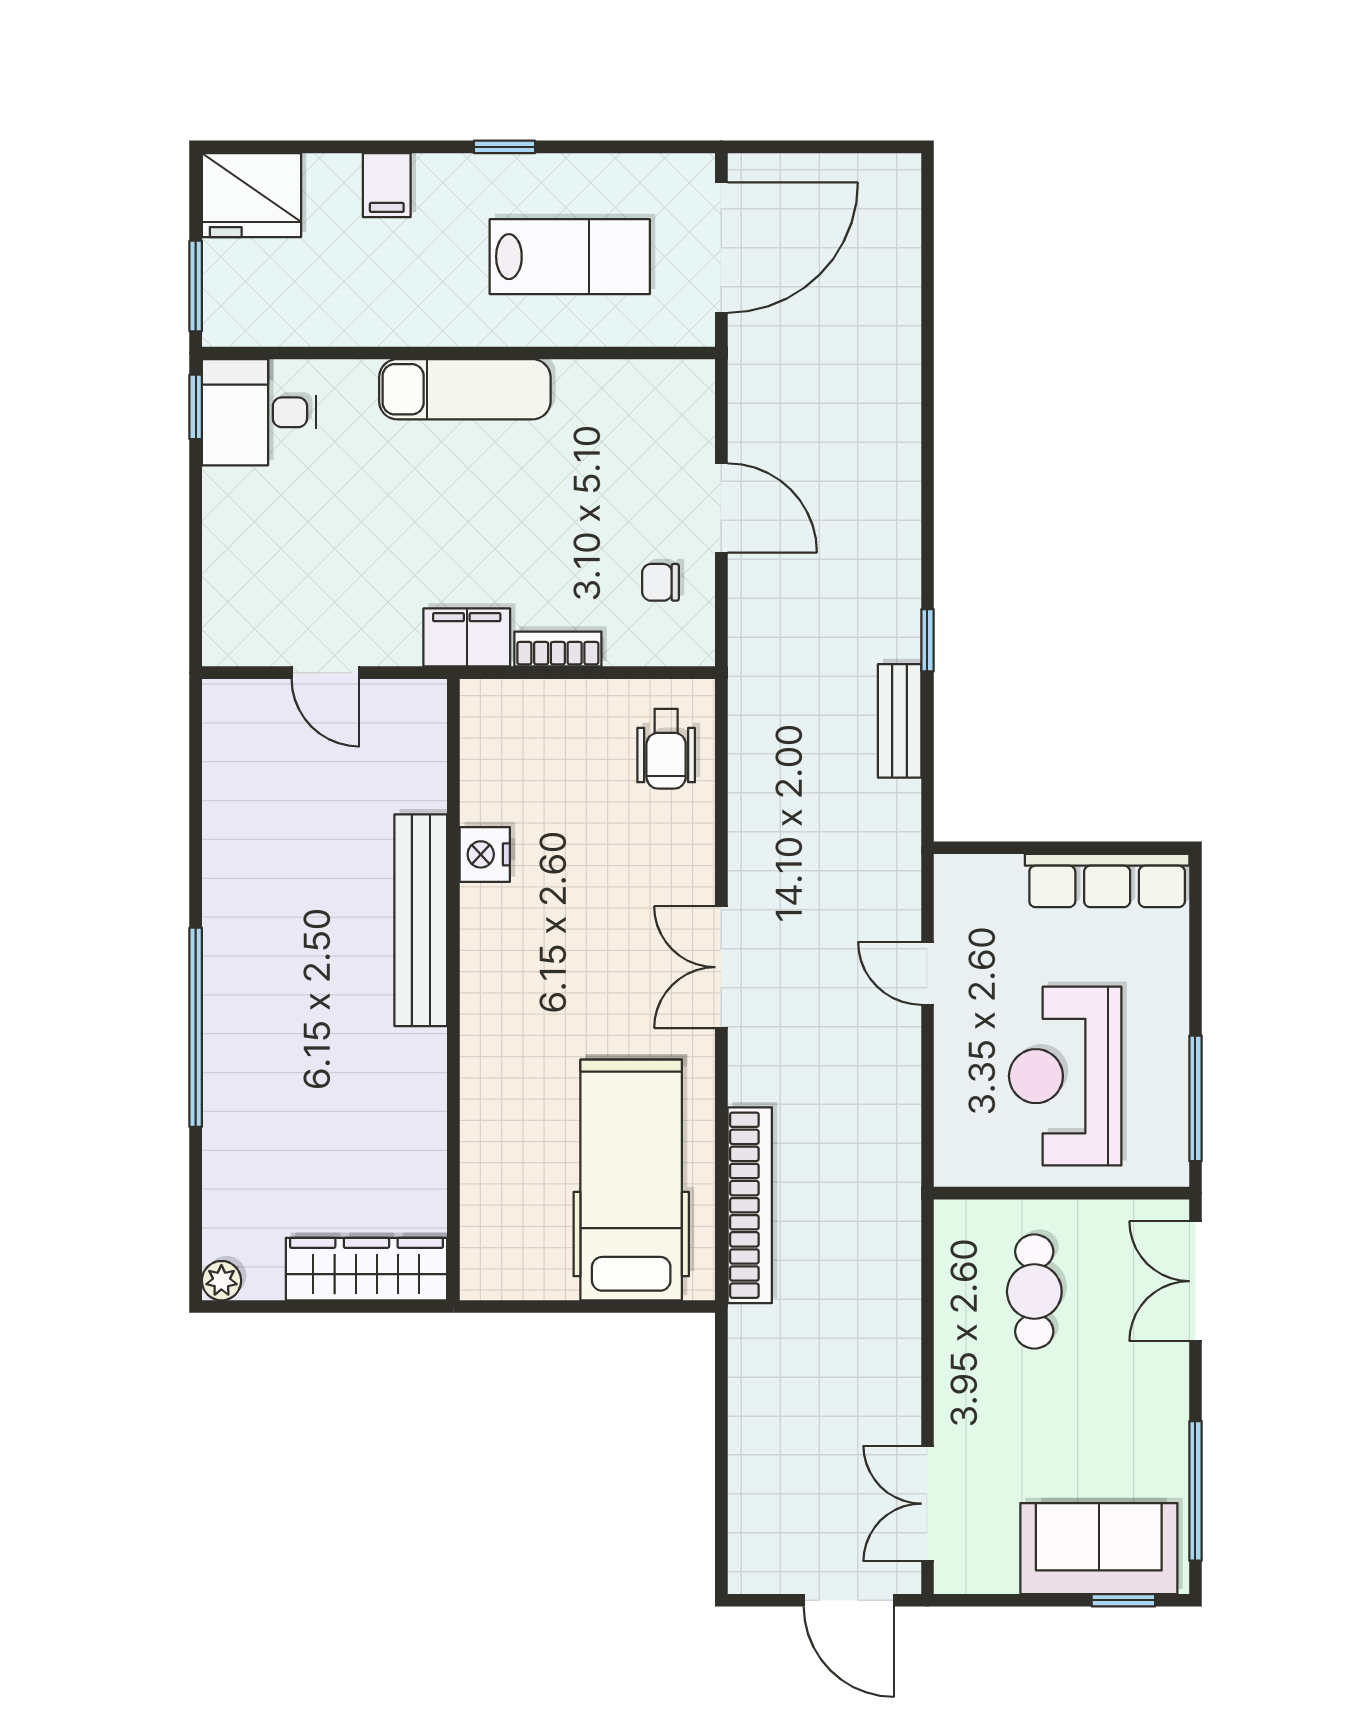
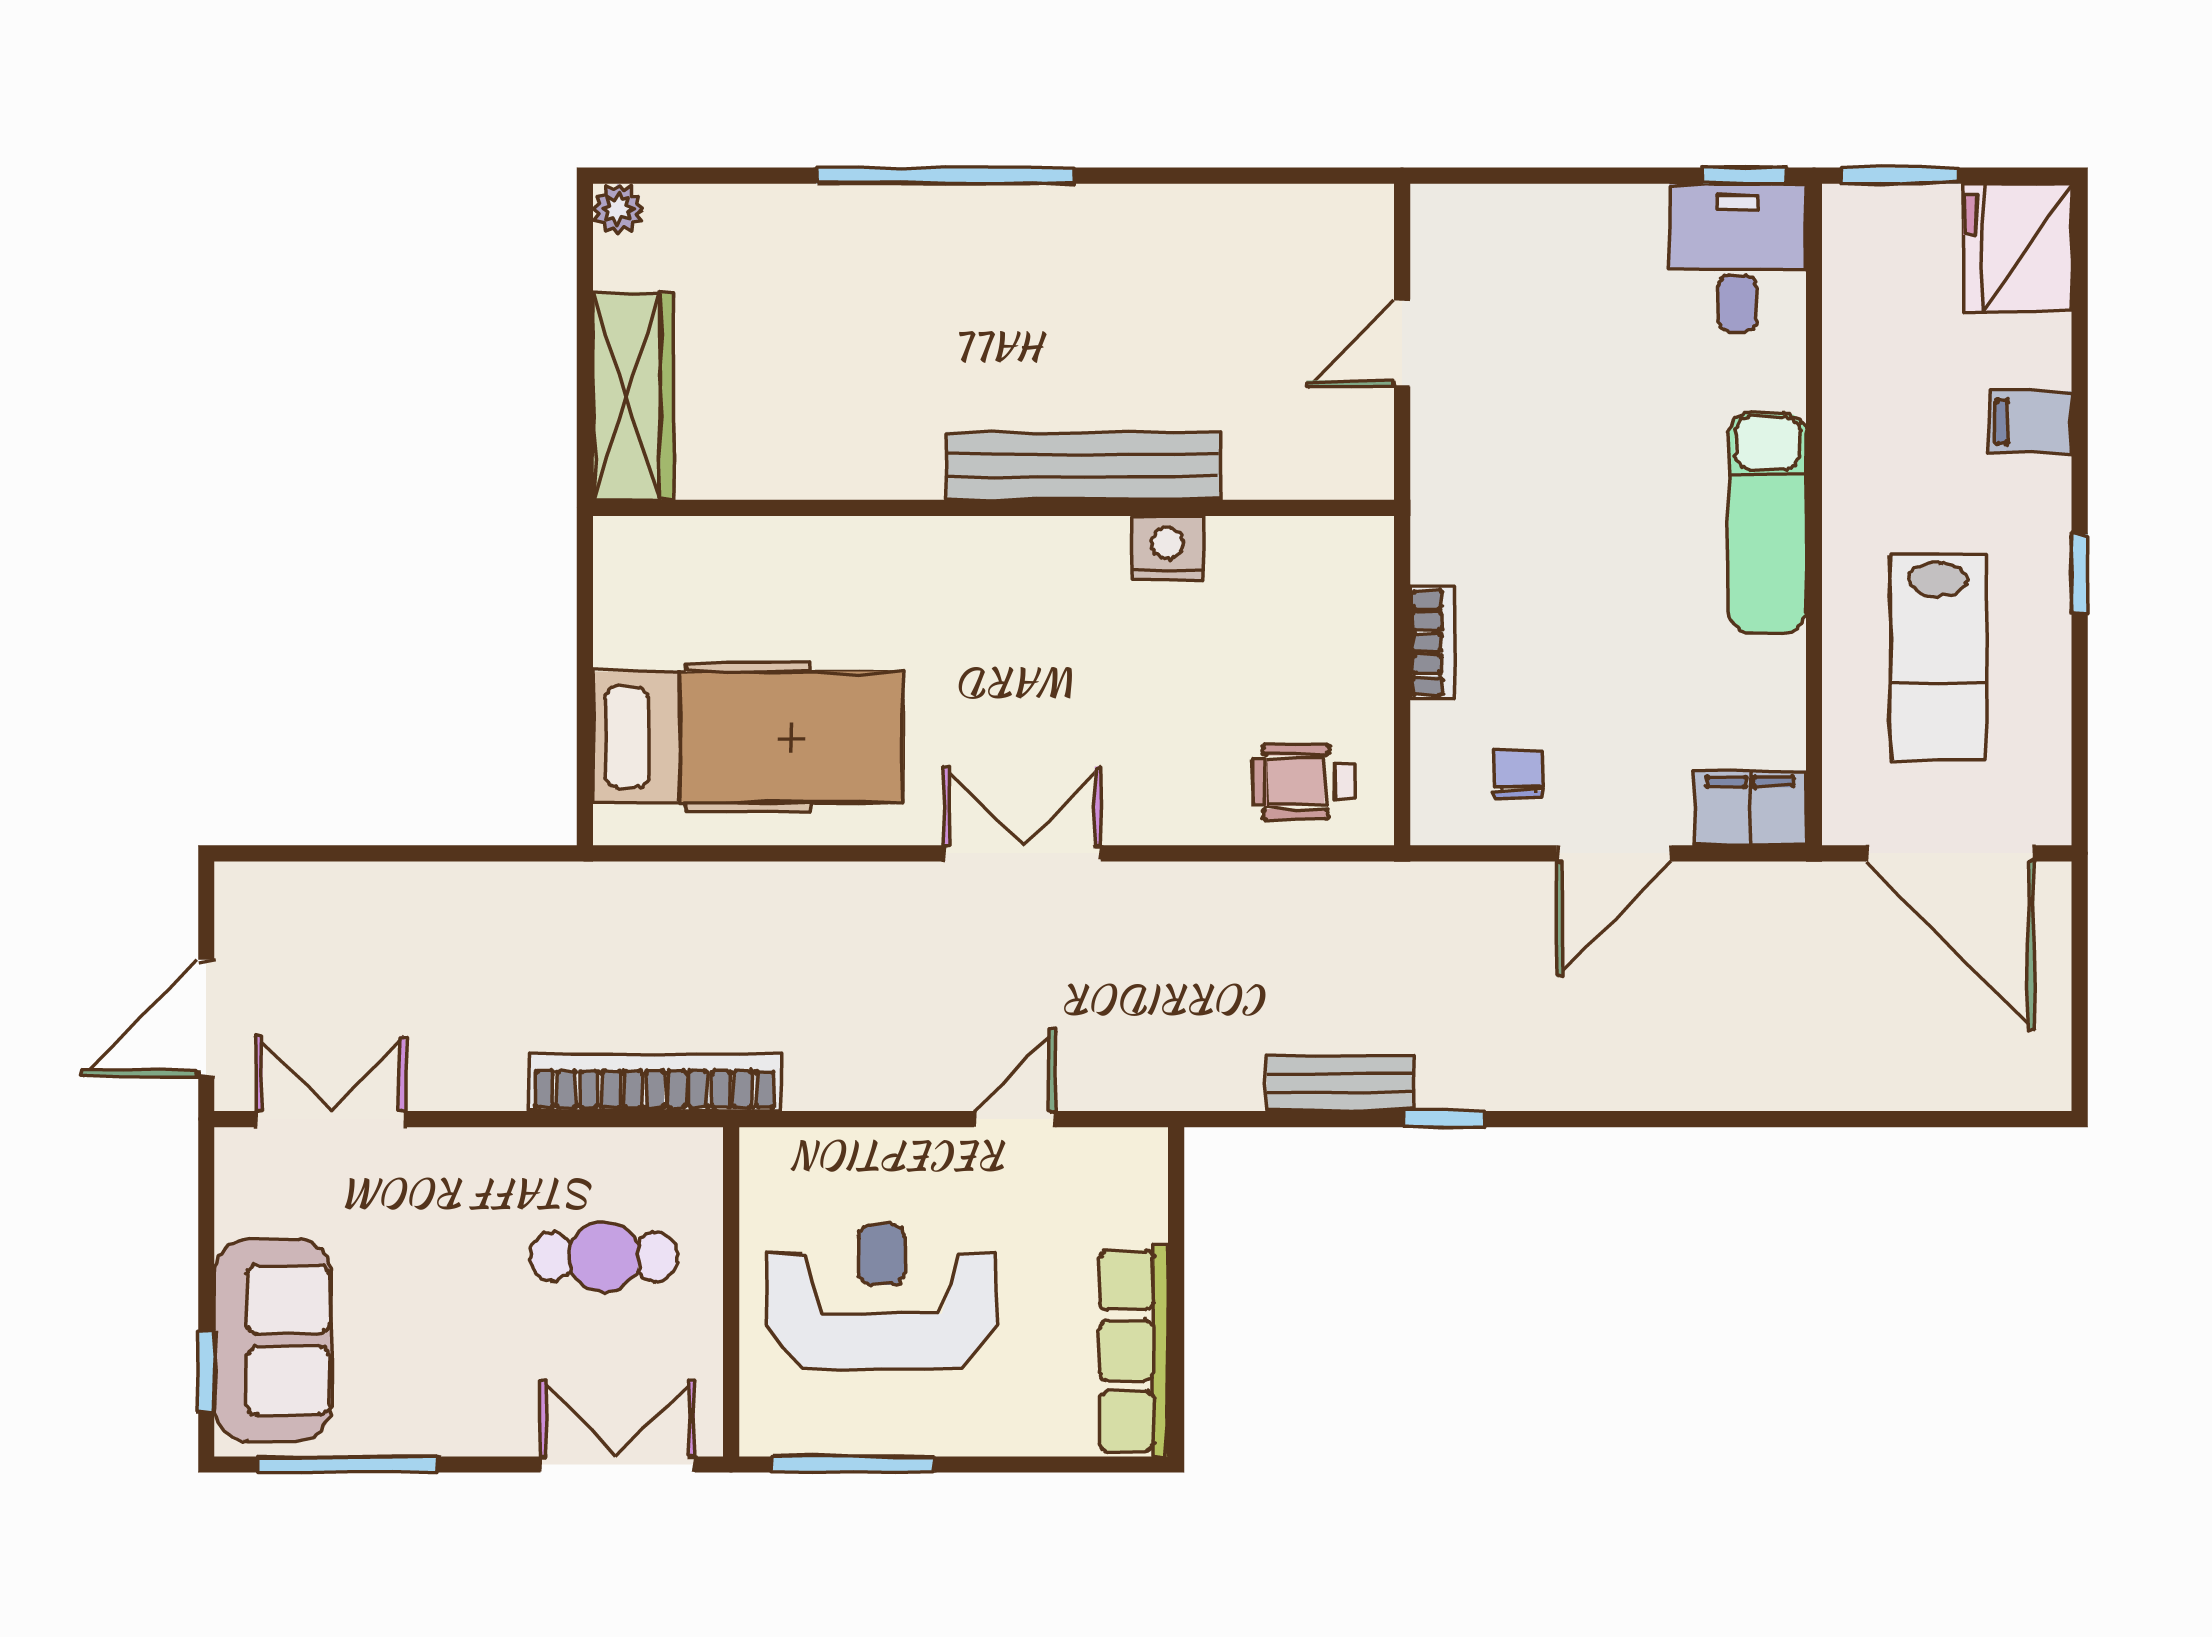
filing cabinet: (467, 637) -> (1750, 808), moved, turned -90
bookcase: (750, 1205) -> (655, 1082), moved, turned 180

